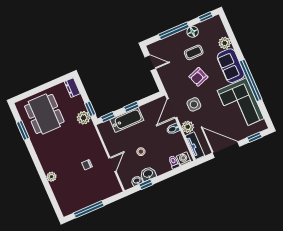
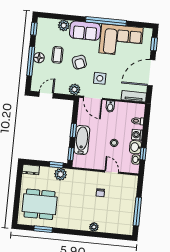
floor lamp: (193, 32) -> (39, 58), moved
plant: (188, 127) -> (74, 89), moved
washing machine: (184, 159) -> (137, 135), moved

